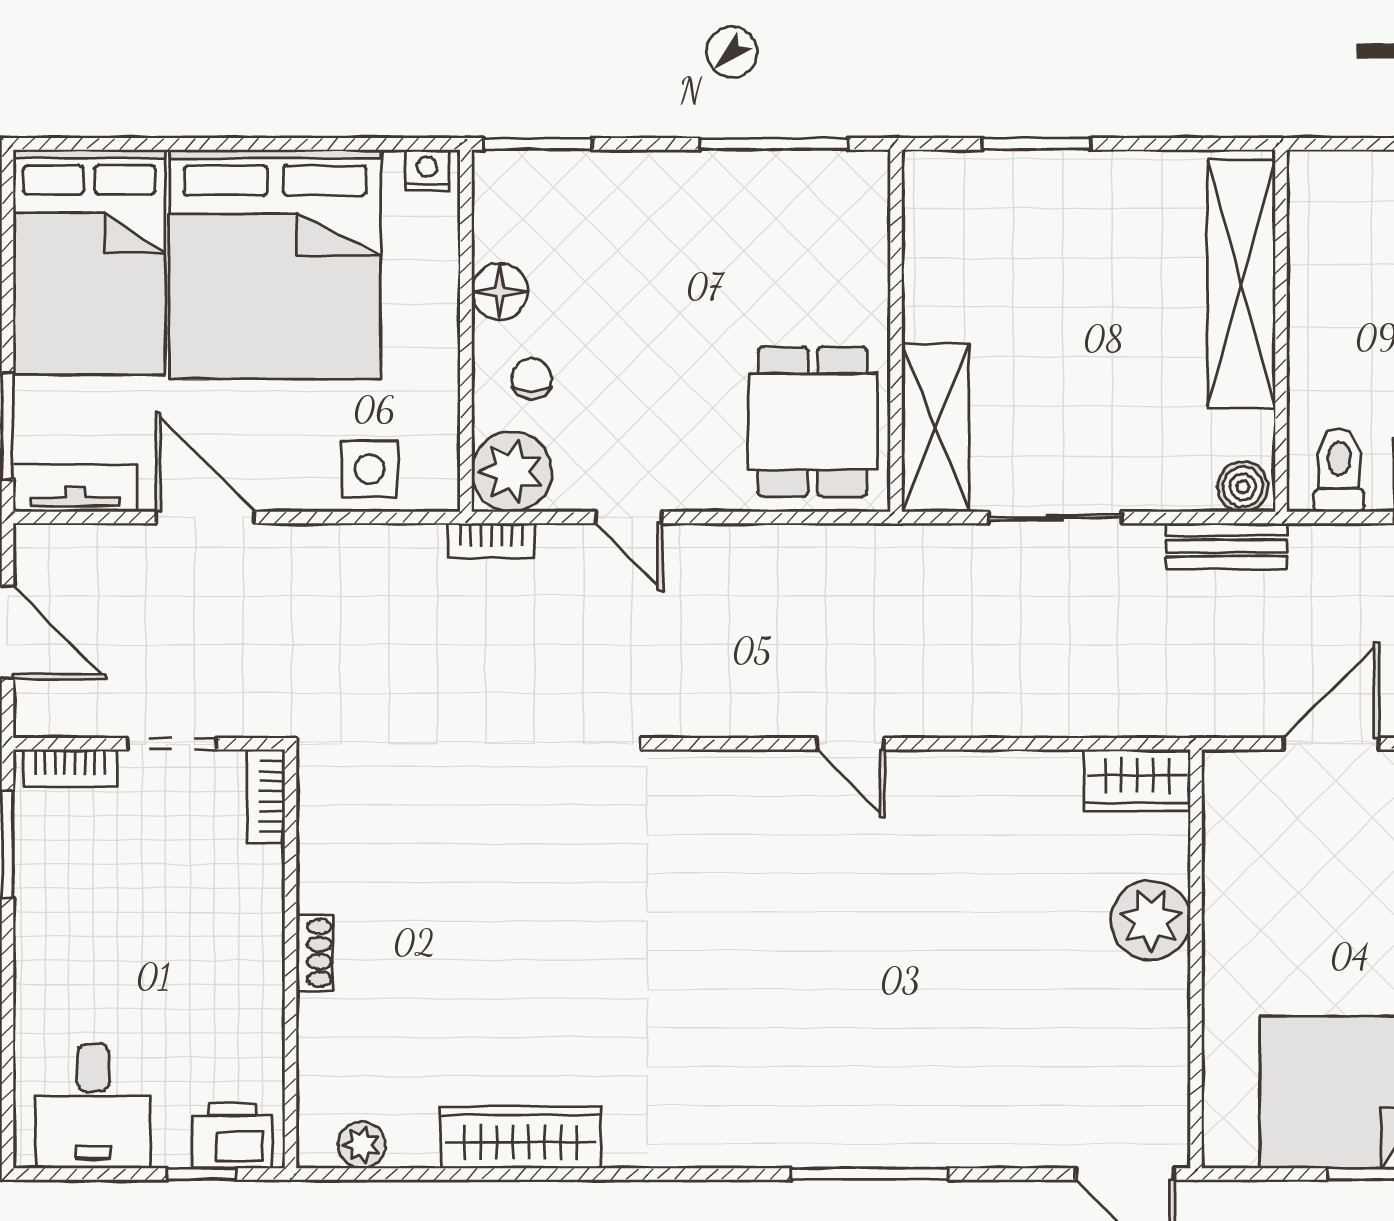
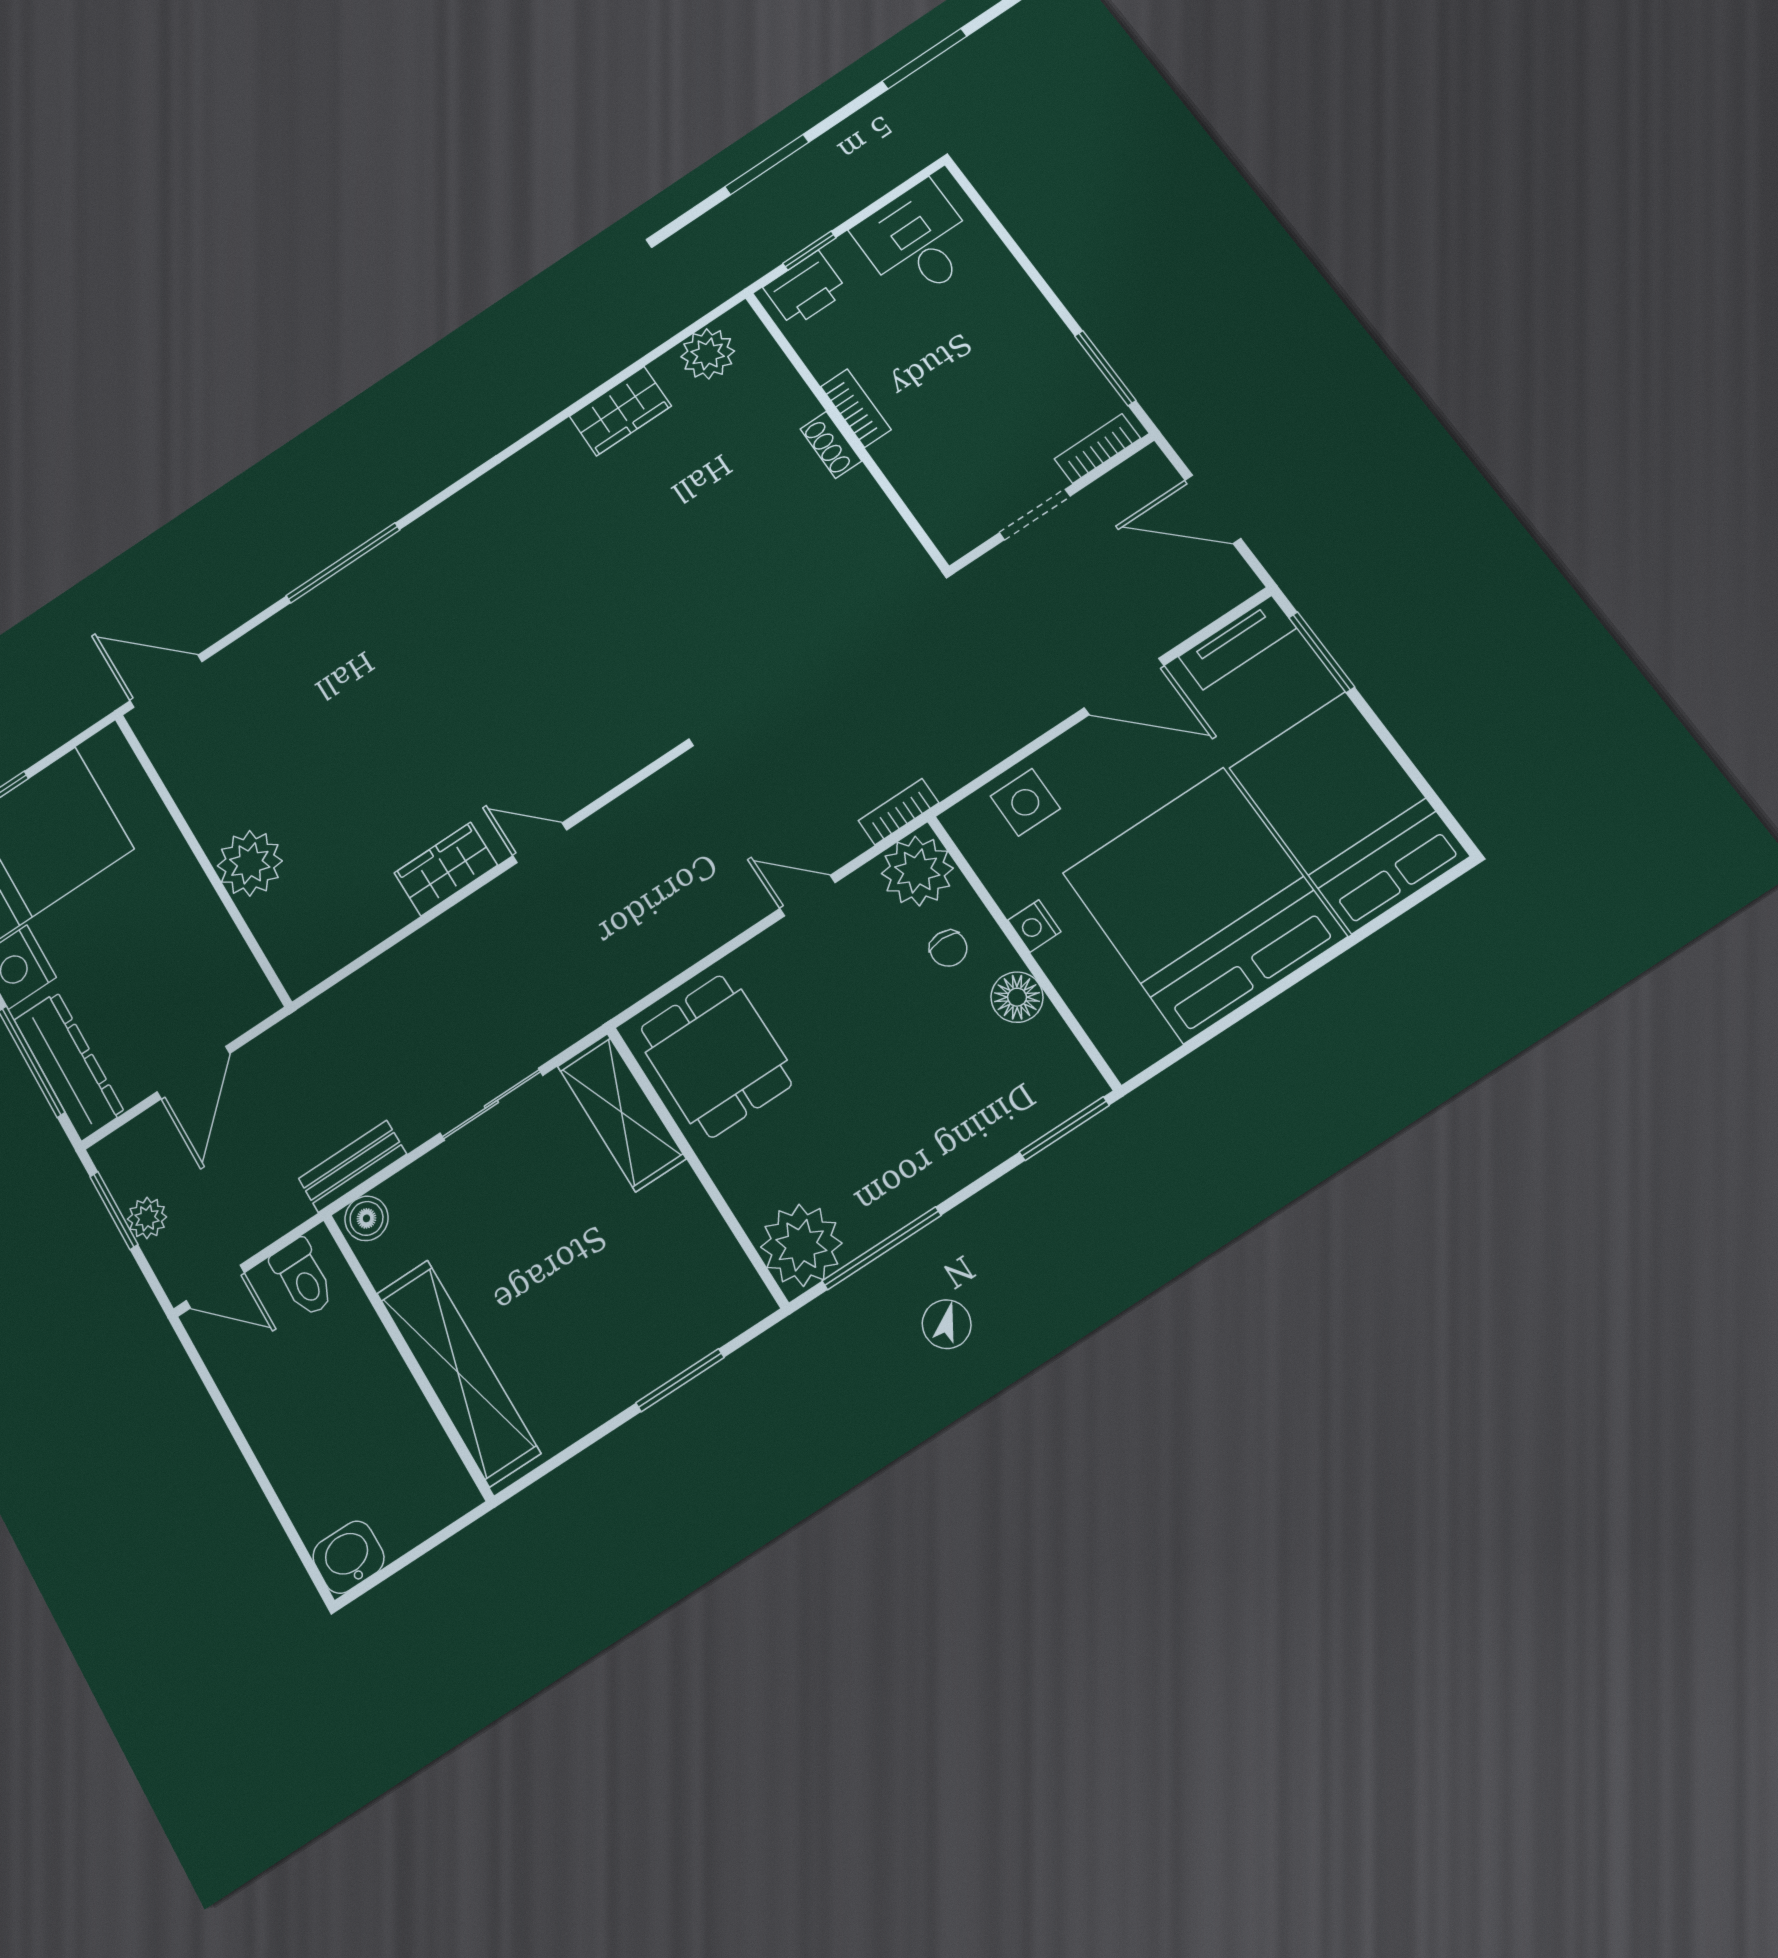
nightstand: (427, 170) -> (1034, 926), moved, turned 90
plant: (846, 194) -> (801, 1245), added
wardrobe: (1137, 780) -> (446, 869), moved
bookcase: (266, 796) -> (856, 408), moved
wardrobe: (521, 1137) -> (620, 411), width x0.67
plant: (362, 1145) -> (708, 354), width x1.38, depth x1.38

